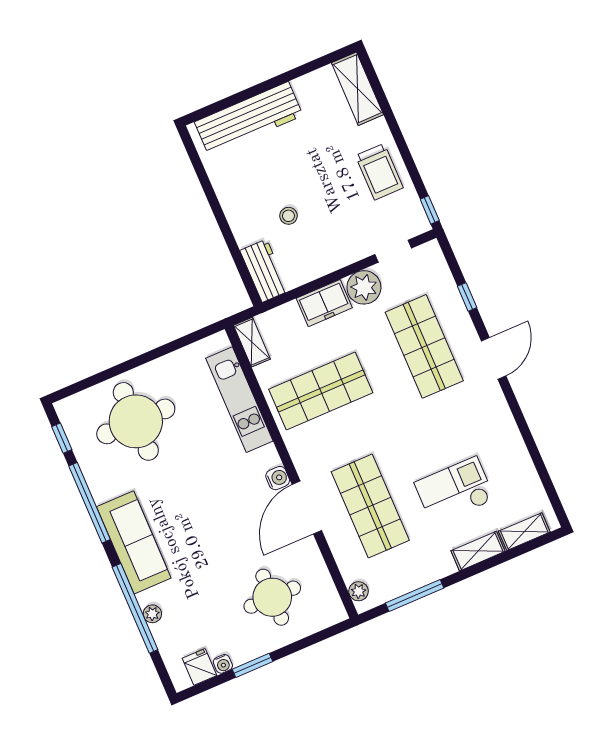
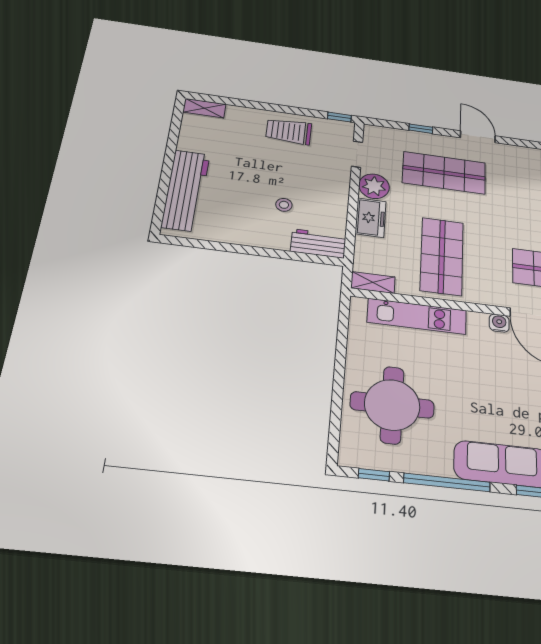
shelving: (357, 89) -> (204, 108), width x0.67, depth x0.75
trolley: (379, 172) -> (289, 131), turned 180

